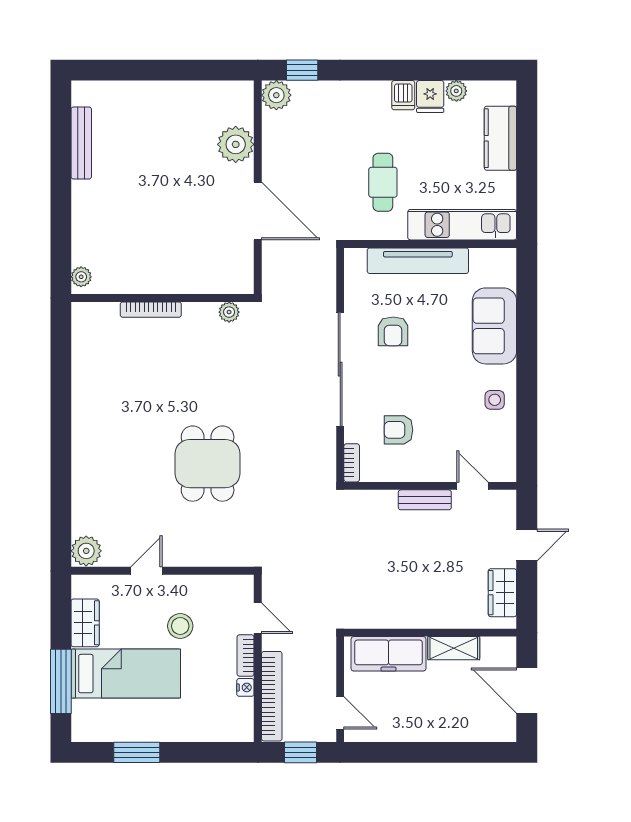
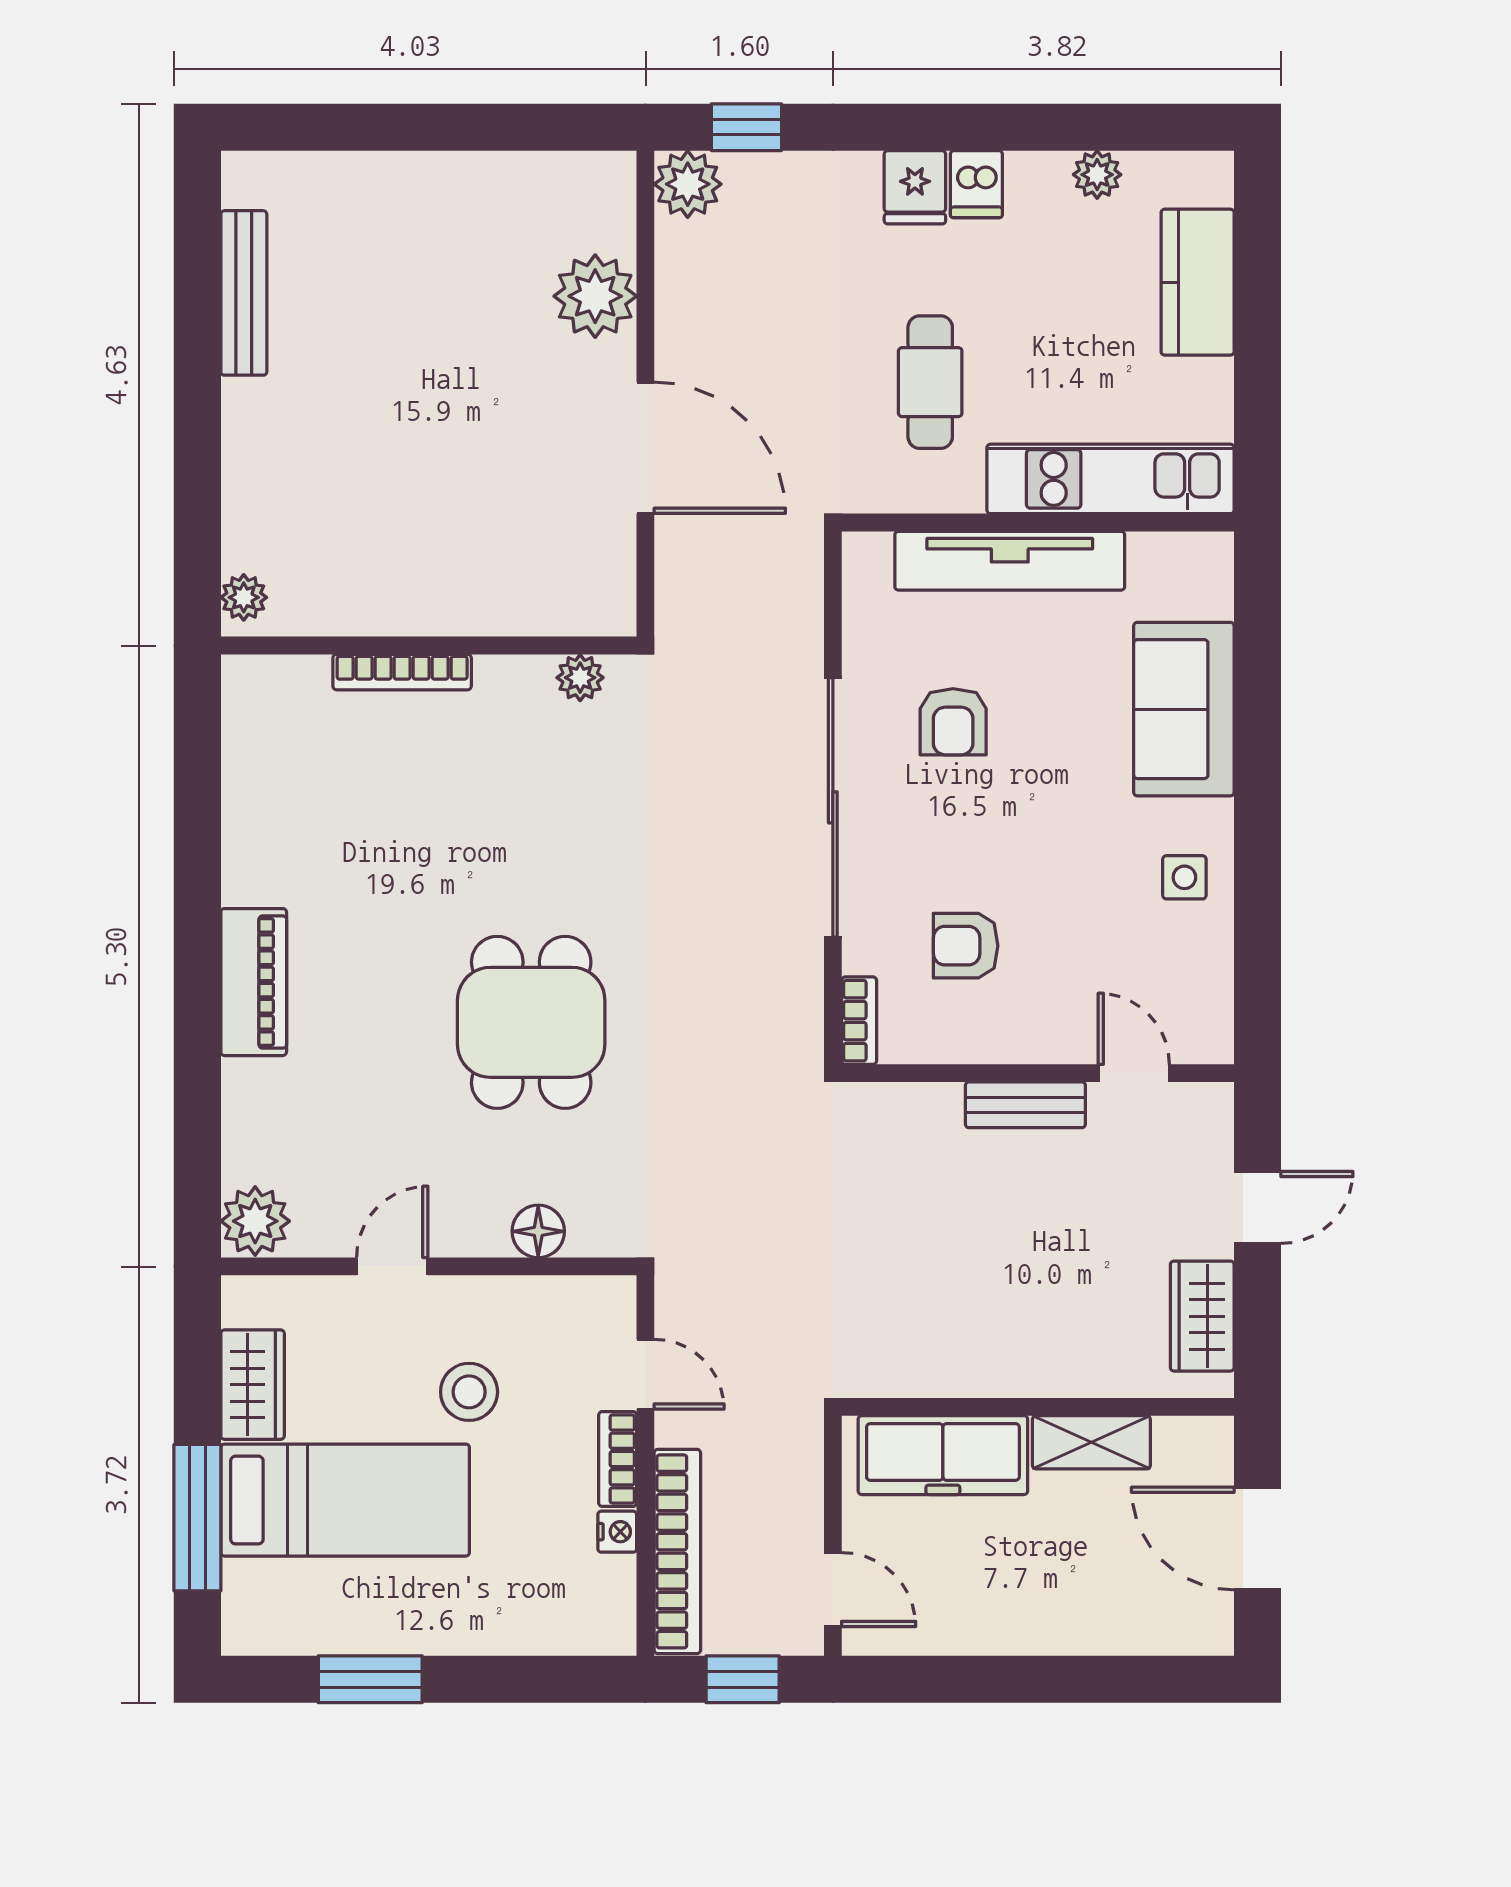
fridge: (430, 97) -> (915, 187), moved
piano: (86, 446) -> (254, 982), added
floor lamp: (211, 555) -> (538, 1231), added

